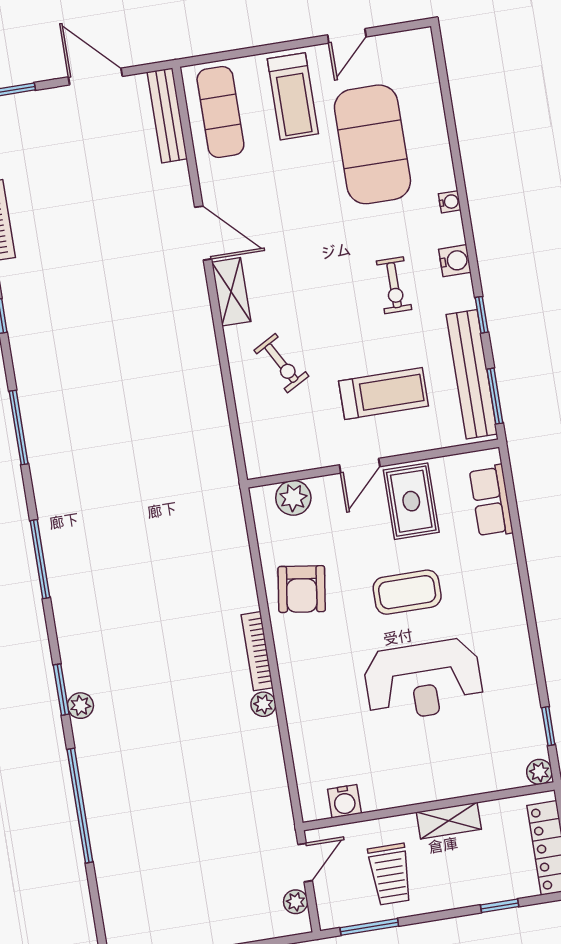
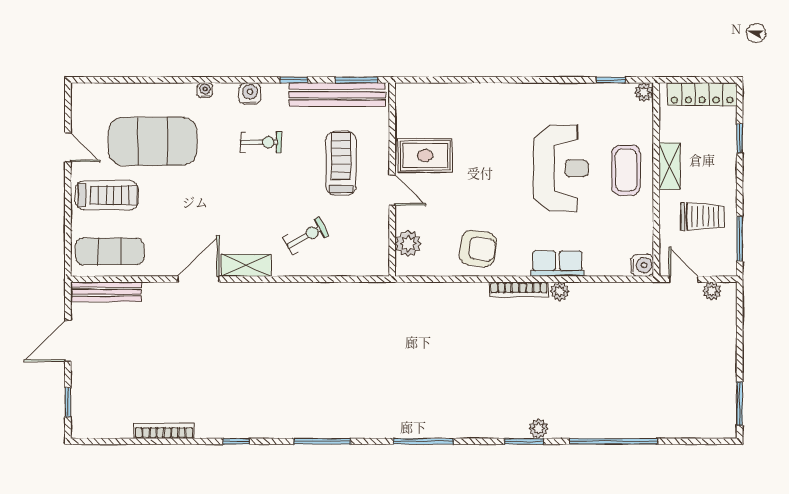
row of seats: (491, 501) -> (557, 264), moved, turned 180
coffee table: (407, 592) -> (626, 170), moved
water cooler: (344, 801) -> (642, 265), moved

